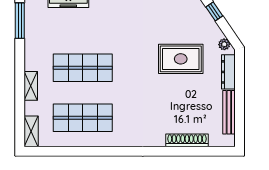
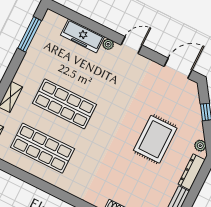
rug: (181, 59) -> (155, 139), turned 90

